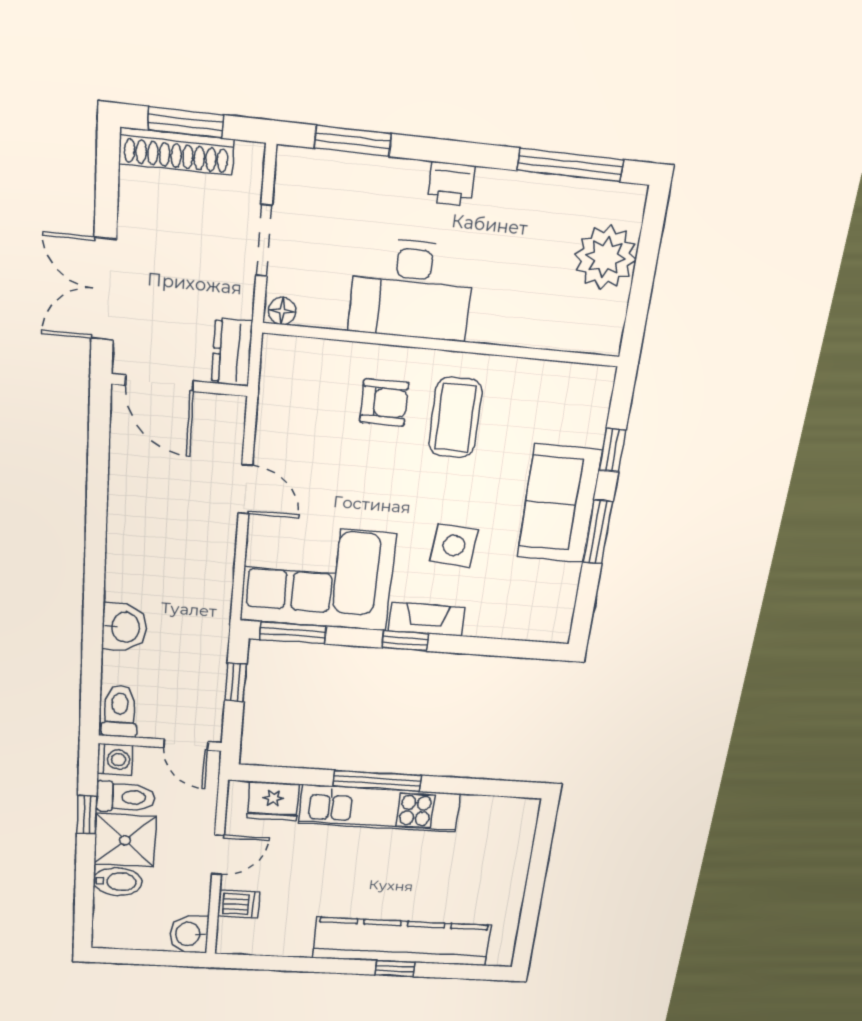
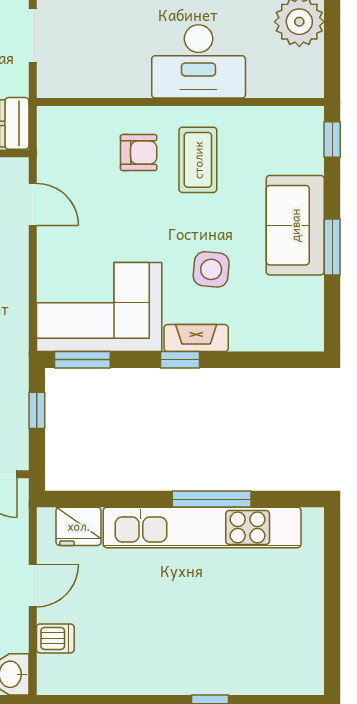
desk: (411, 290) -> (199, 61), moved
floor lamp: (282, 311) -> (51, 88), removed
window: (612, 450) -> (332, 140), moved
door: (245, 489) -> (33, 204), moved
window: (377, 781) -> (212, 499), moved
kitchen unit: (379, 808) -> (202, 527), width x1.36
kitchen counter: (402, 942) -> (213, 672), removed

